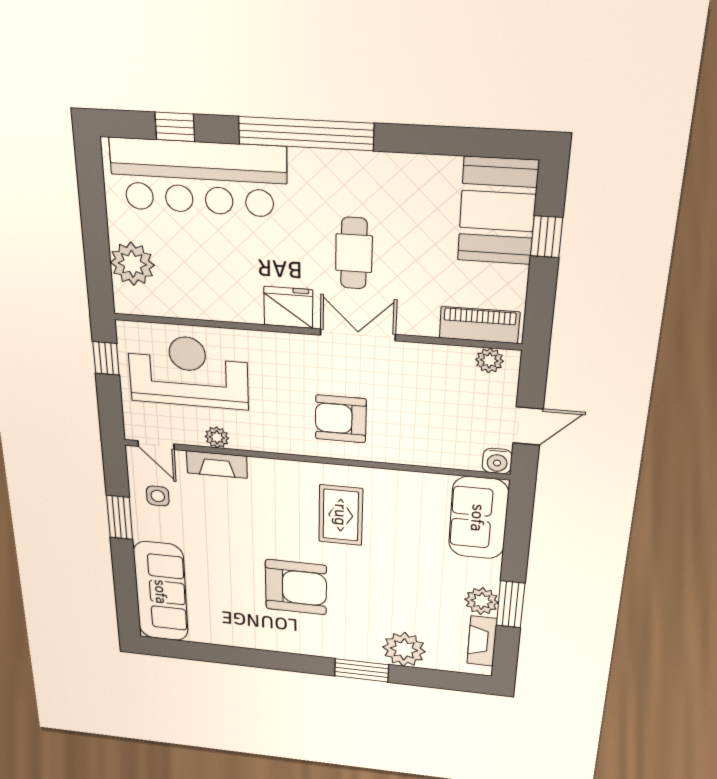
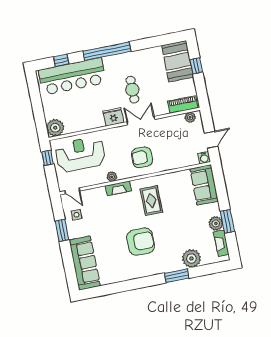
plant: (132, 264) -> (55, 128), moved
plant: (217, 437) -> (112, 177), moved
fireplace: (217, 464) -> (118, 188), moved

